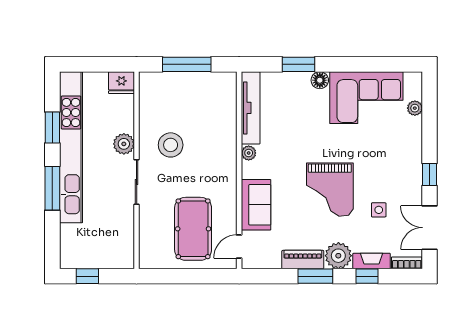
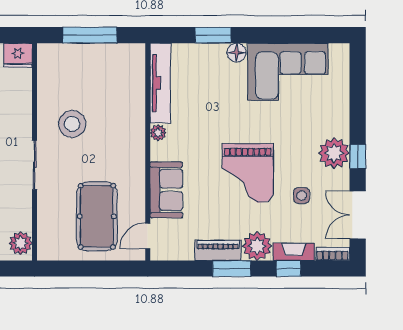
plant: (415, 108) -> (334, 153), moved, width x1.88, depth x1.88
plant: (124, 144) -> (21, 243), moved

